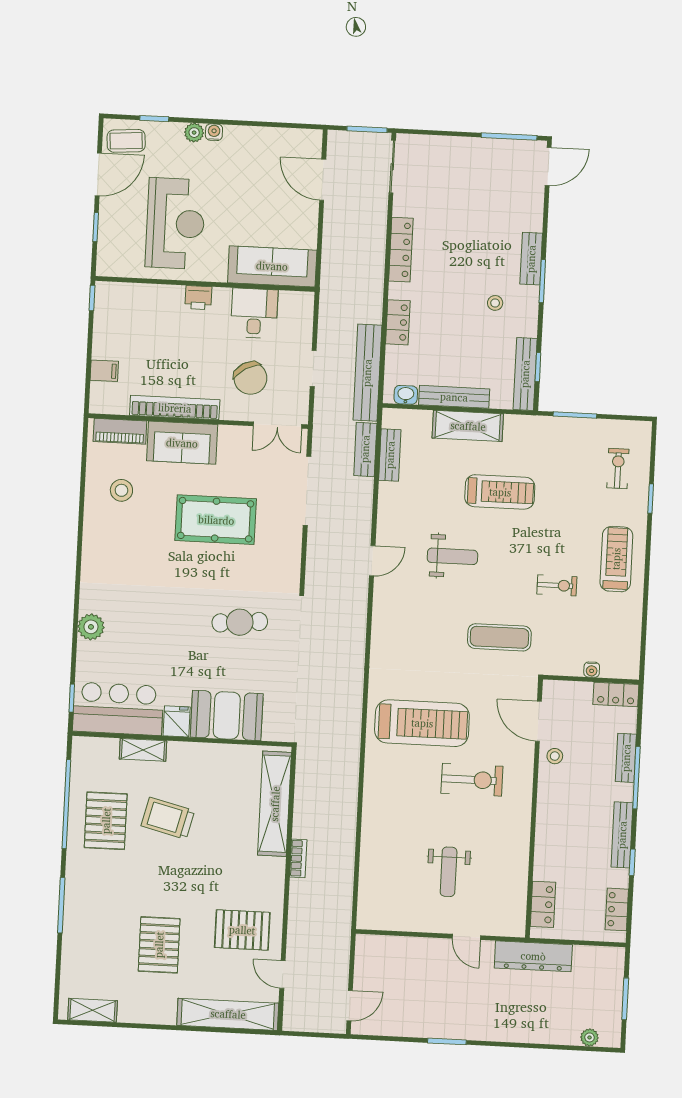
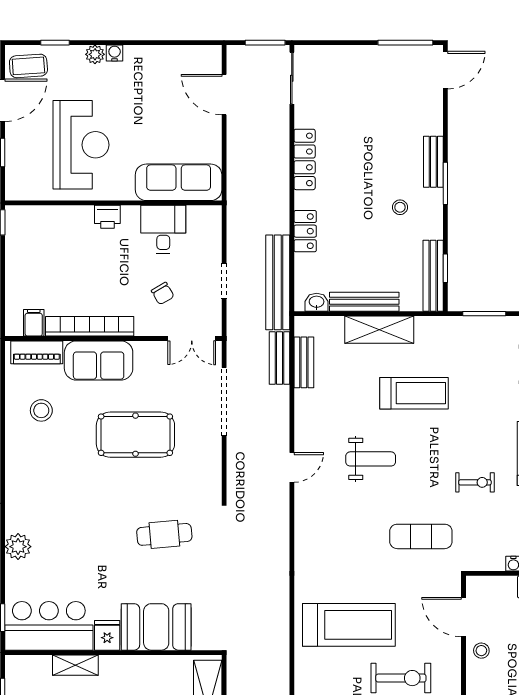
filing cabinet: (104, 371) -> (34, 323), moved, turned -90
chair: (250, 378) -> (163, 293), width x0.54, depth x0.54

